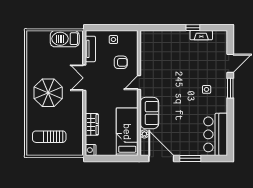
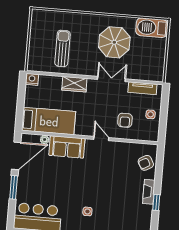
fireplace: (201, 35) -> (149, 192), moved
barbecue: (65, 39) -> (152, 28), moved, turned -90
armchair: (158, 40) -> (146, 163), added
parasol: (48, 93) -> (114, 42), moved
wardrobe: (92, 124) -> (74, 84), moved
sun lounger: (49, 137) -> (62, 48), moved

